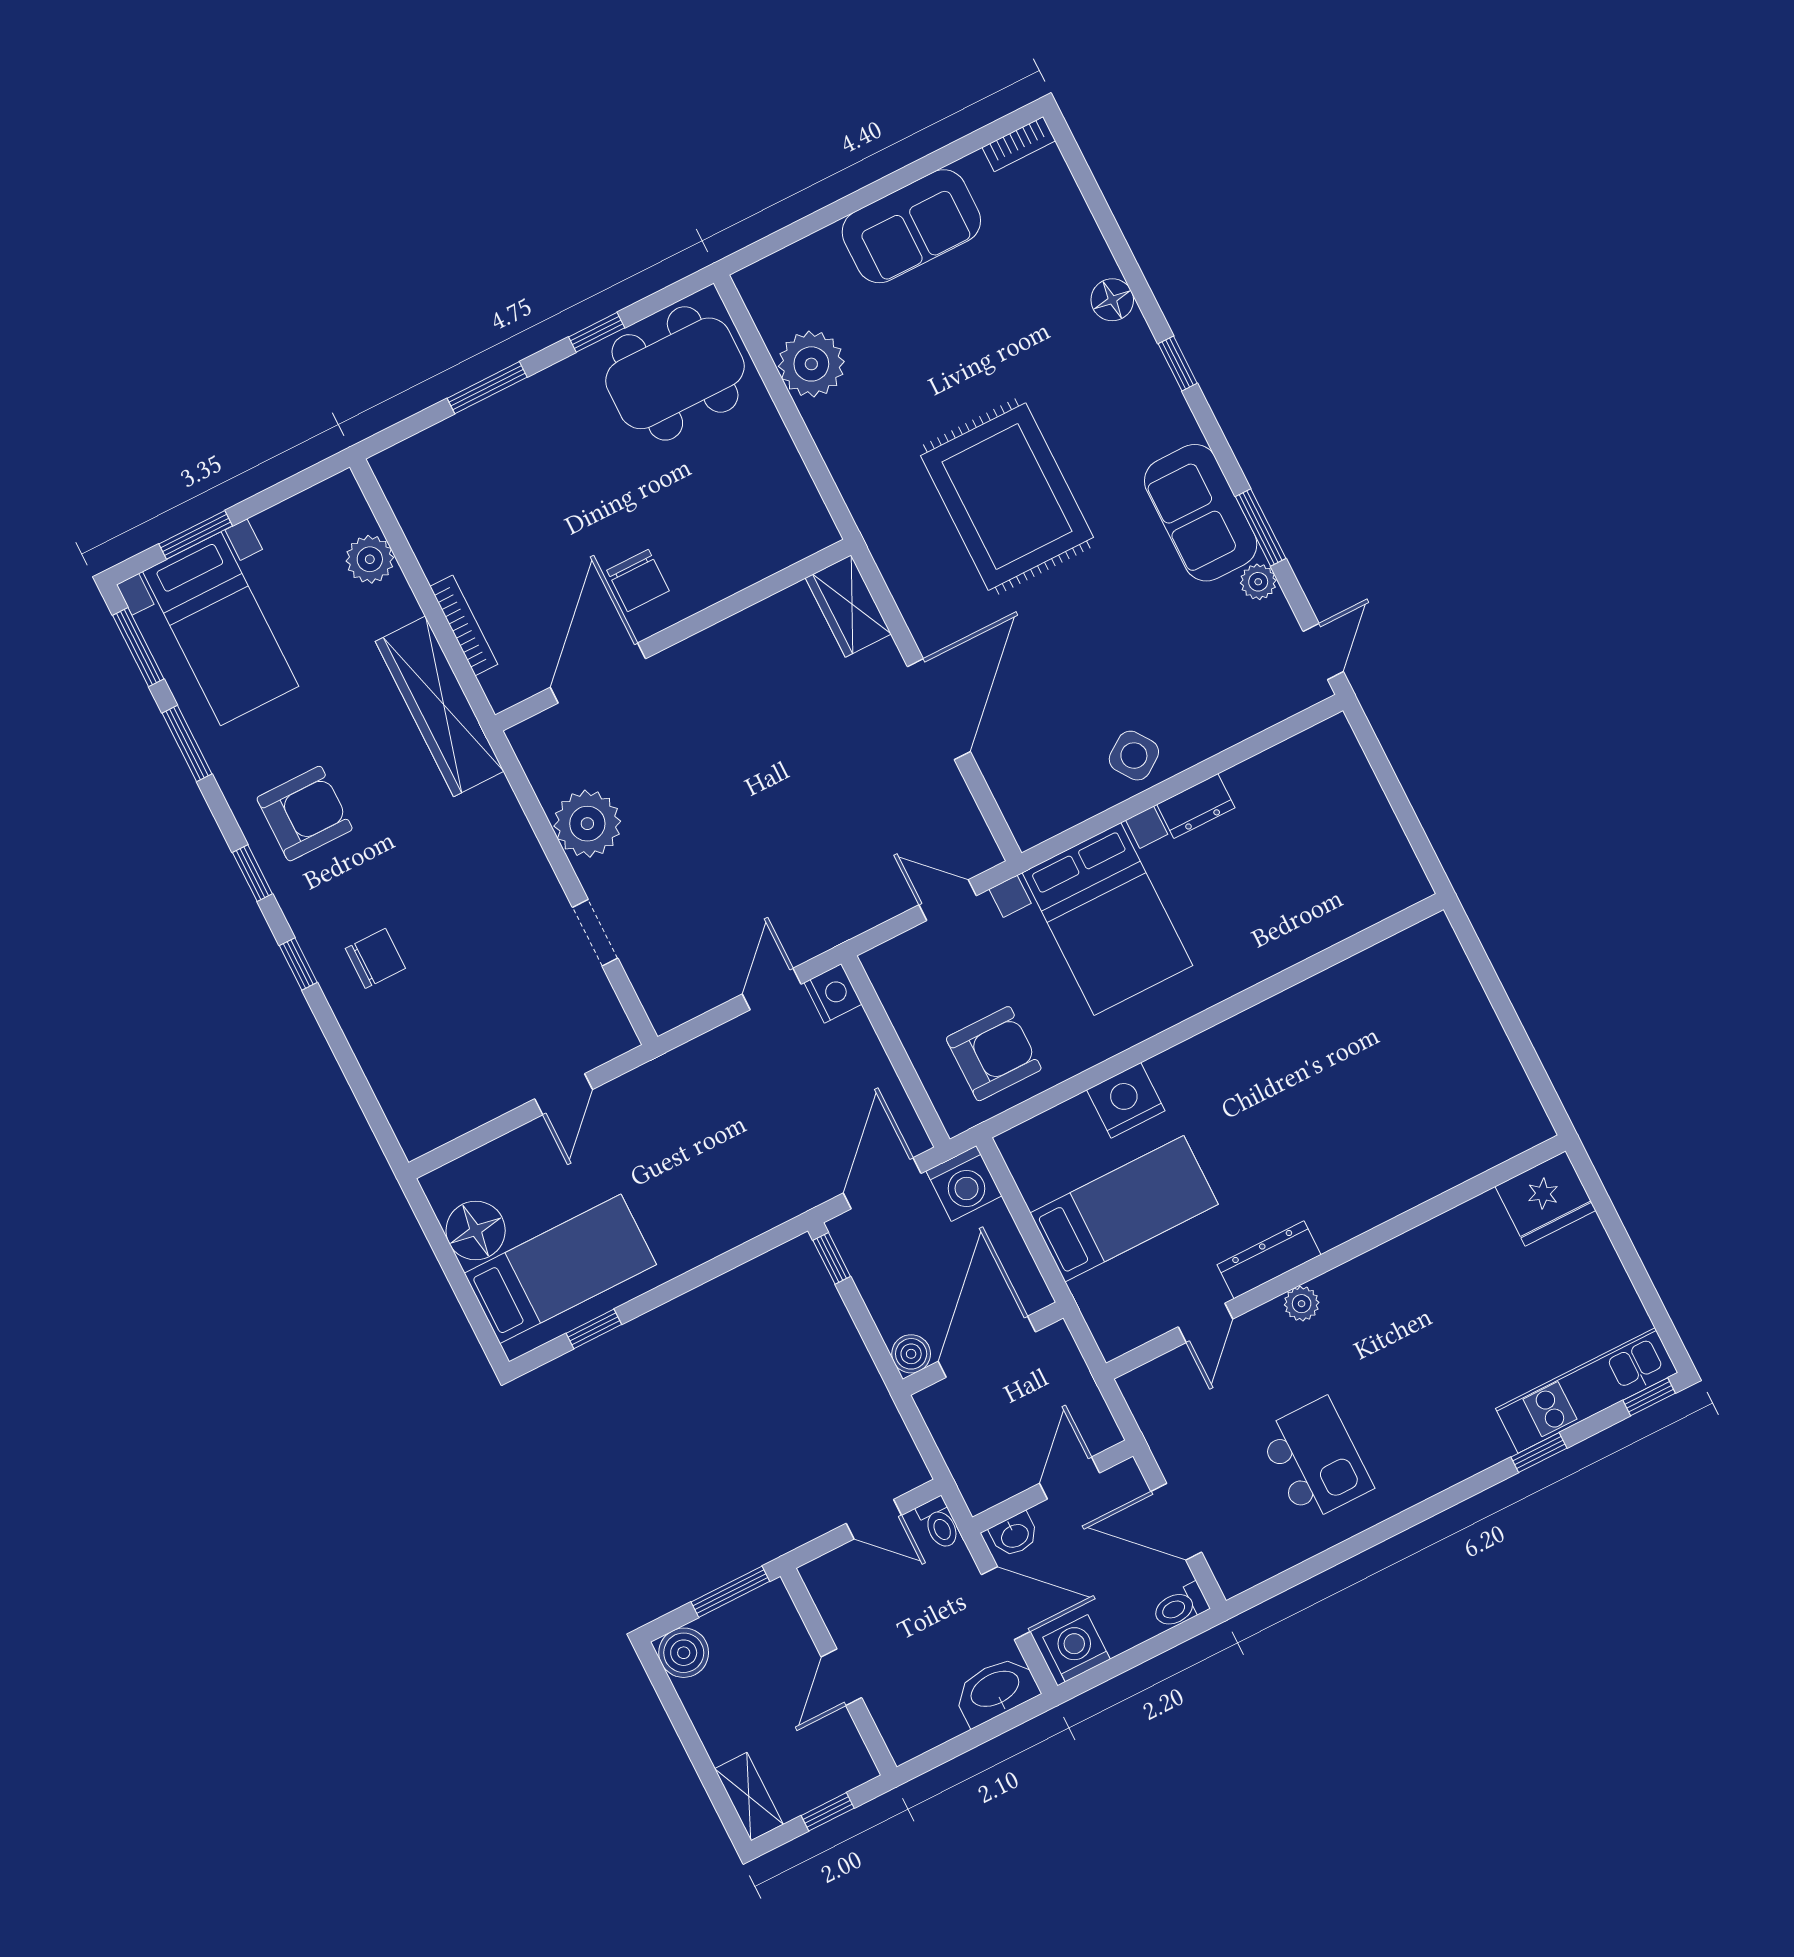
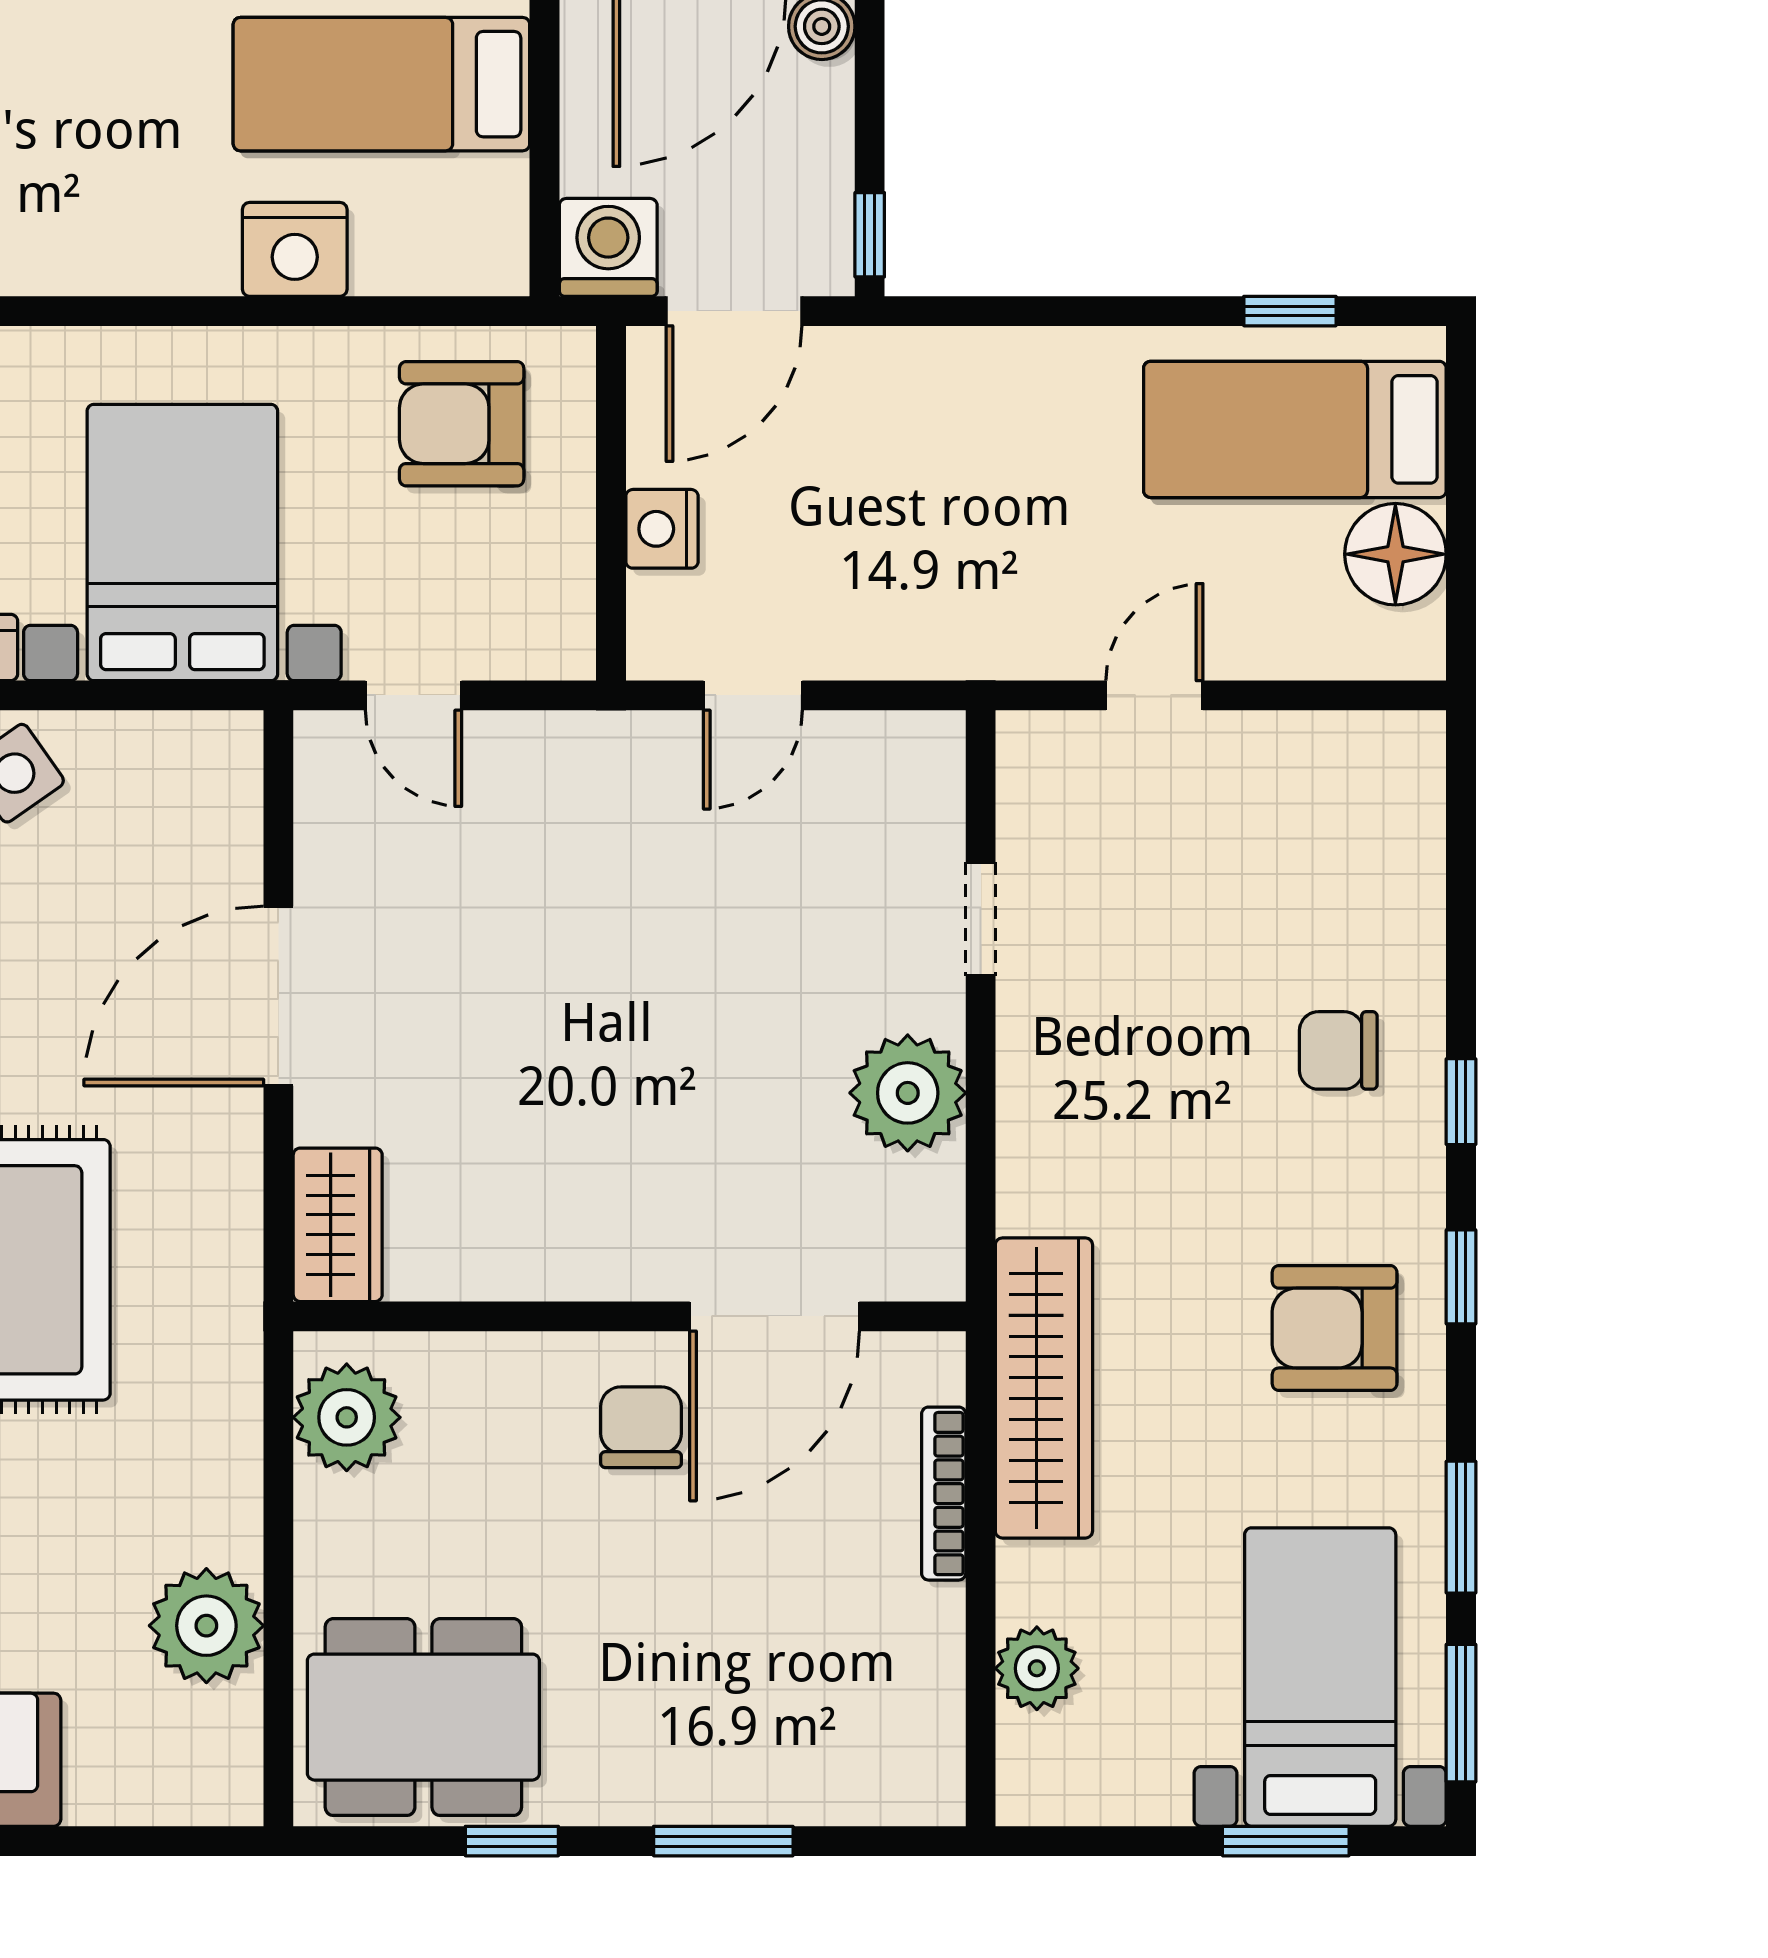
plant: (793, 509) -> (347, 1417), added
nightstand: (833, 993) -> (662, 529), moved

